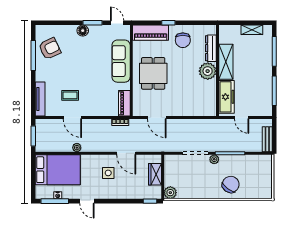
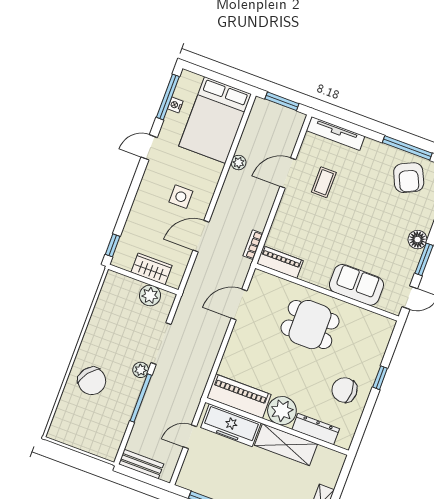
piano: (151, 33) -> (239, 396), moved, turned 90
sofa: (121, 61) -> (356, 285), width x0.73
plant: (170, 193) -> (150, 295), moved

